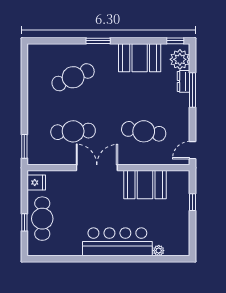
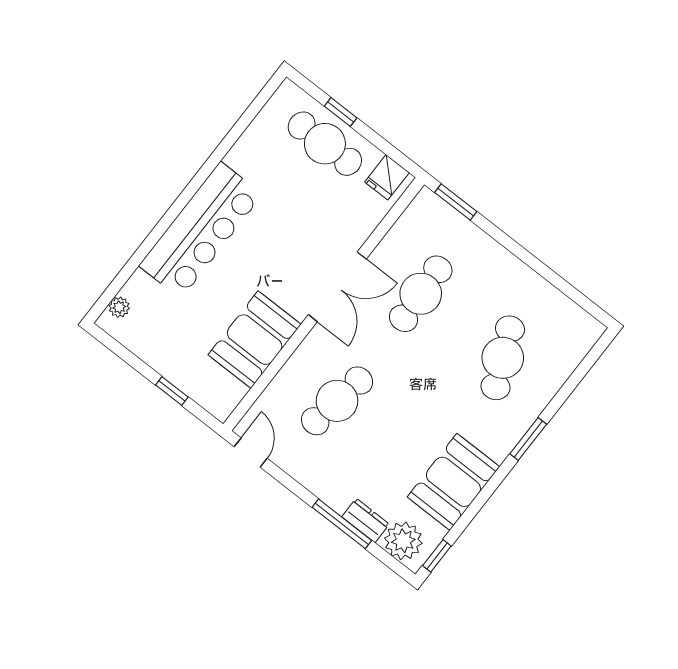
plant: (159, 251) -> (119, 307), moved

